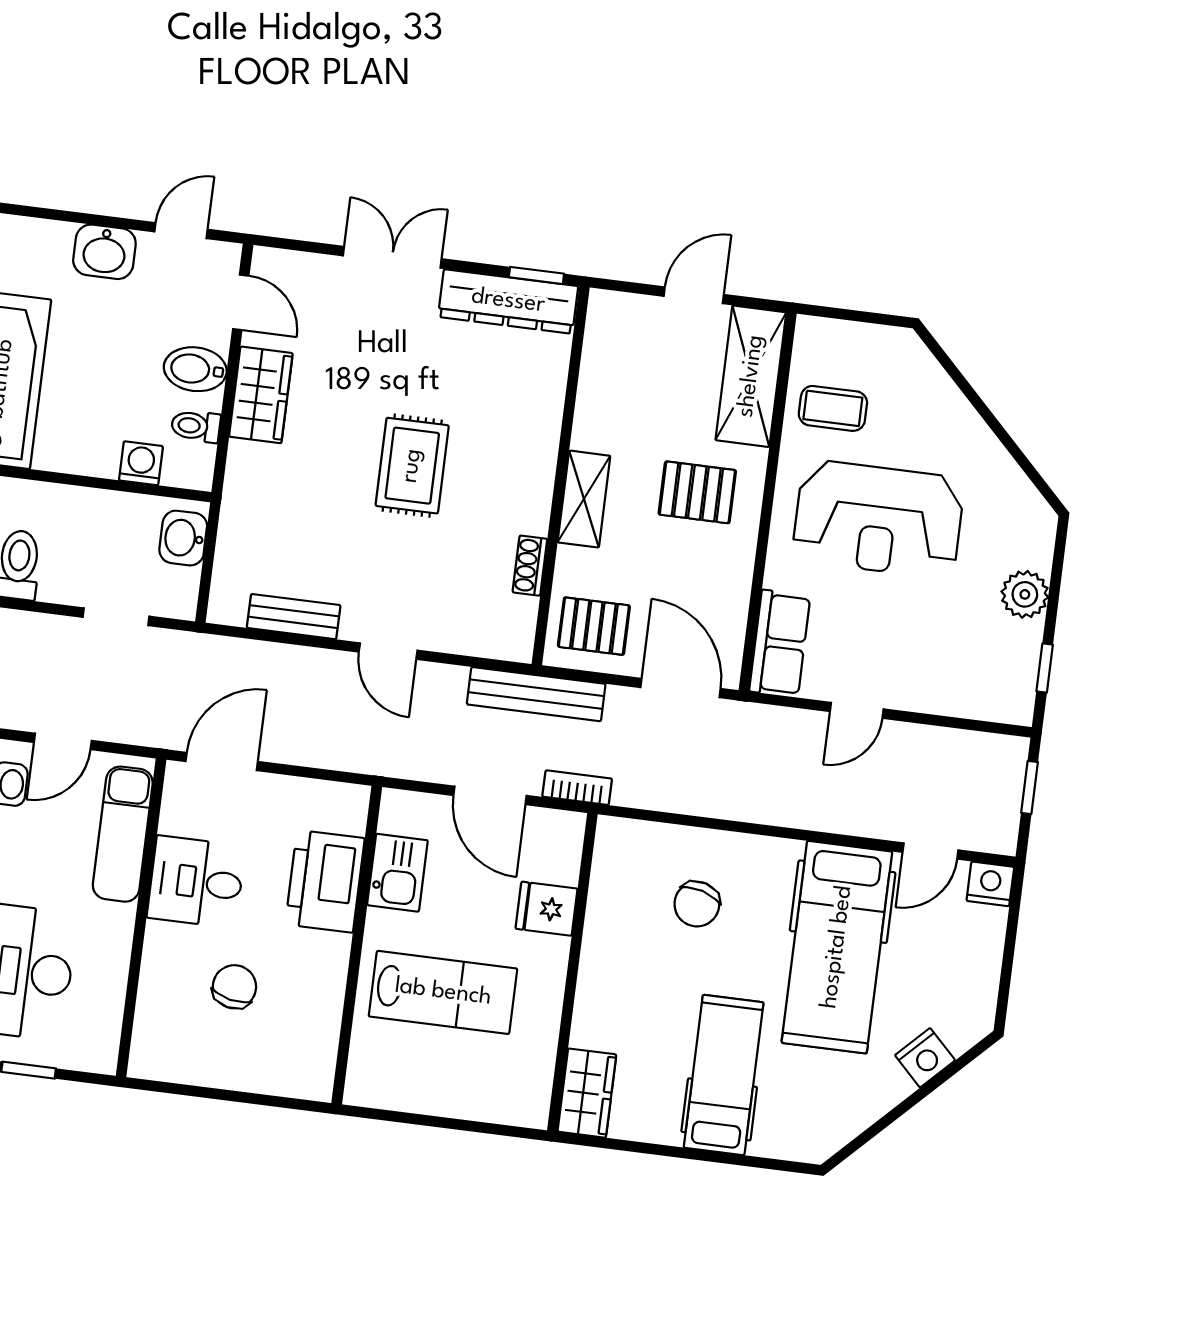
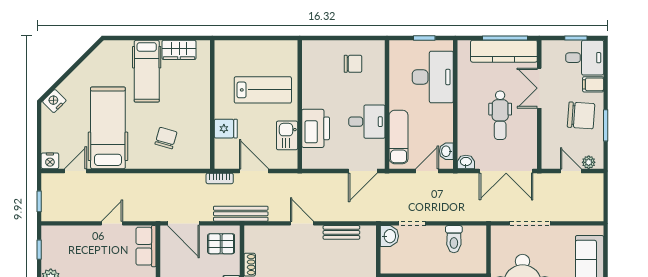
washbasin: (183, 538) -> (389, 236), moved
chair: (234, 987) -> (353, 64), moved, turned -102
lab bench: (443, 992) -> (263, 90), turned 180
nightstand: (925, 1058) -> (54, 101), moved
wardrobe: (587, 1093) -> (179, 50), moved, turned -90

